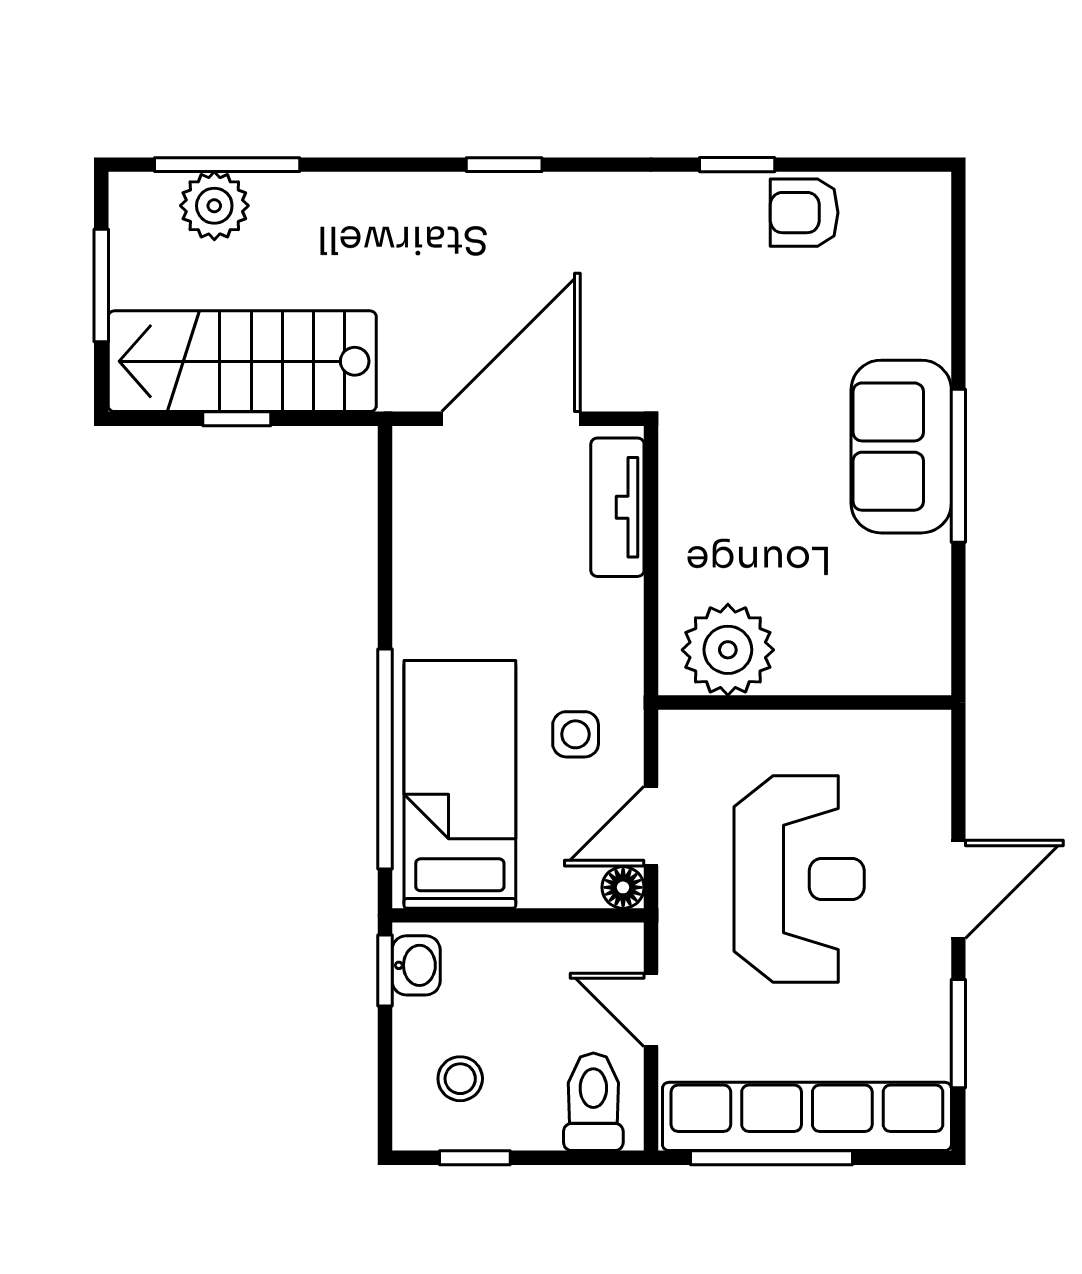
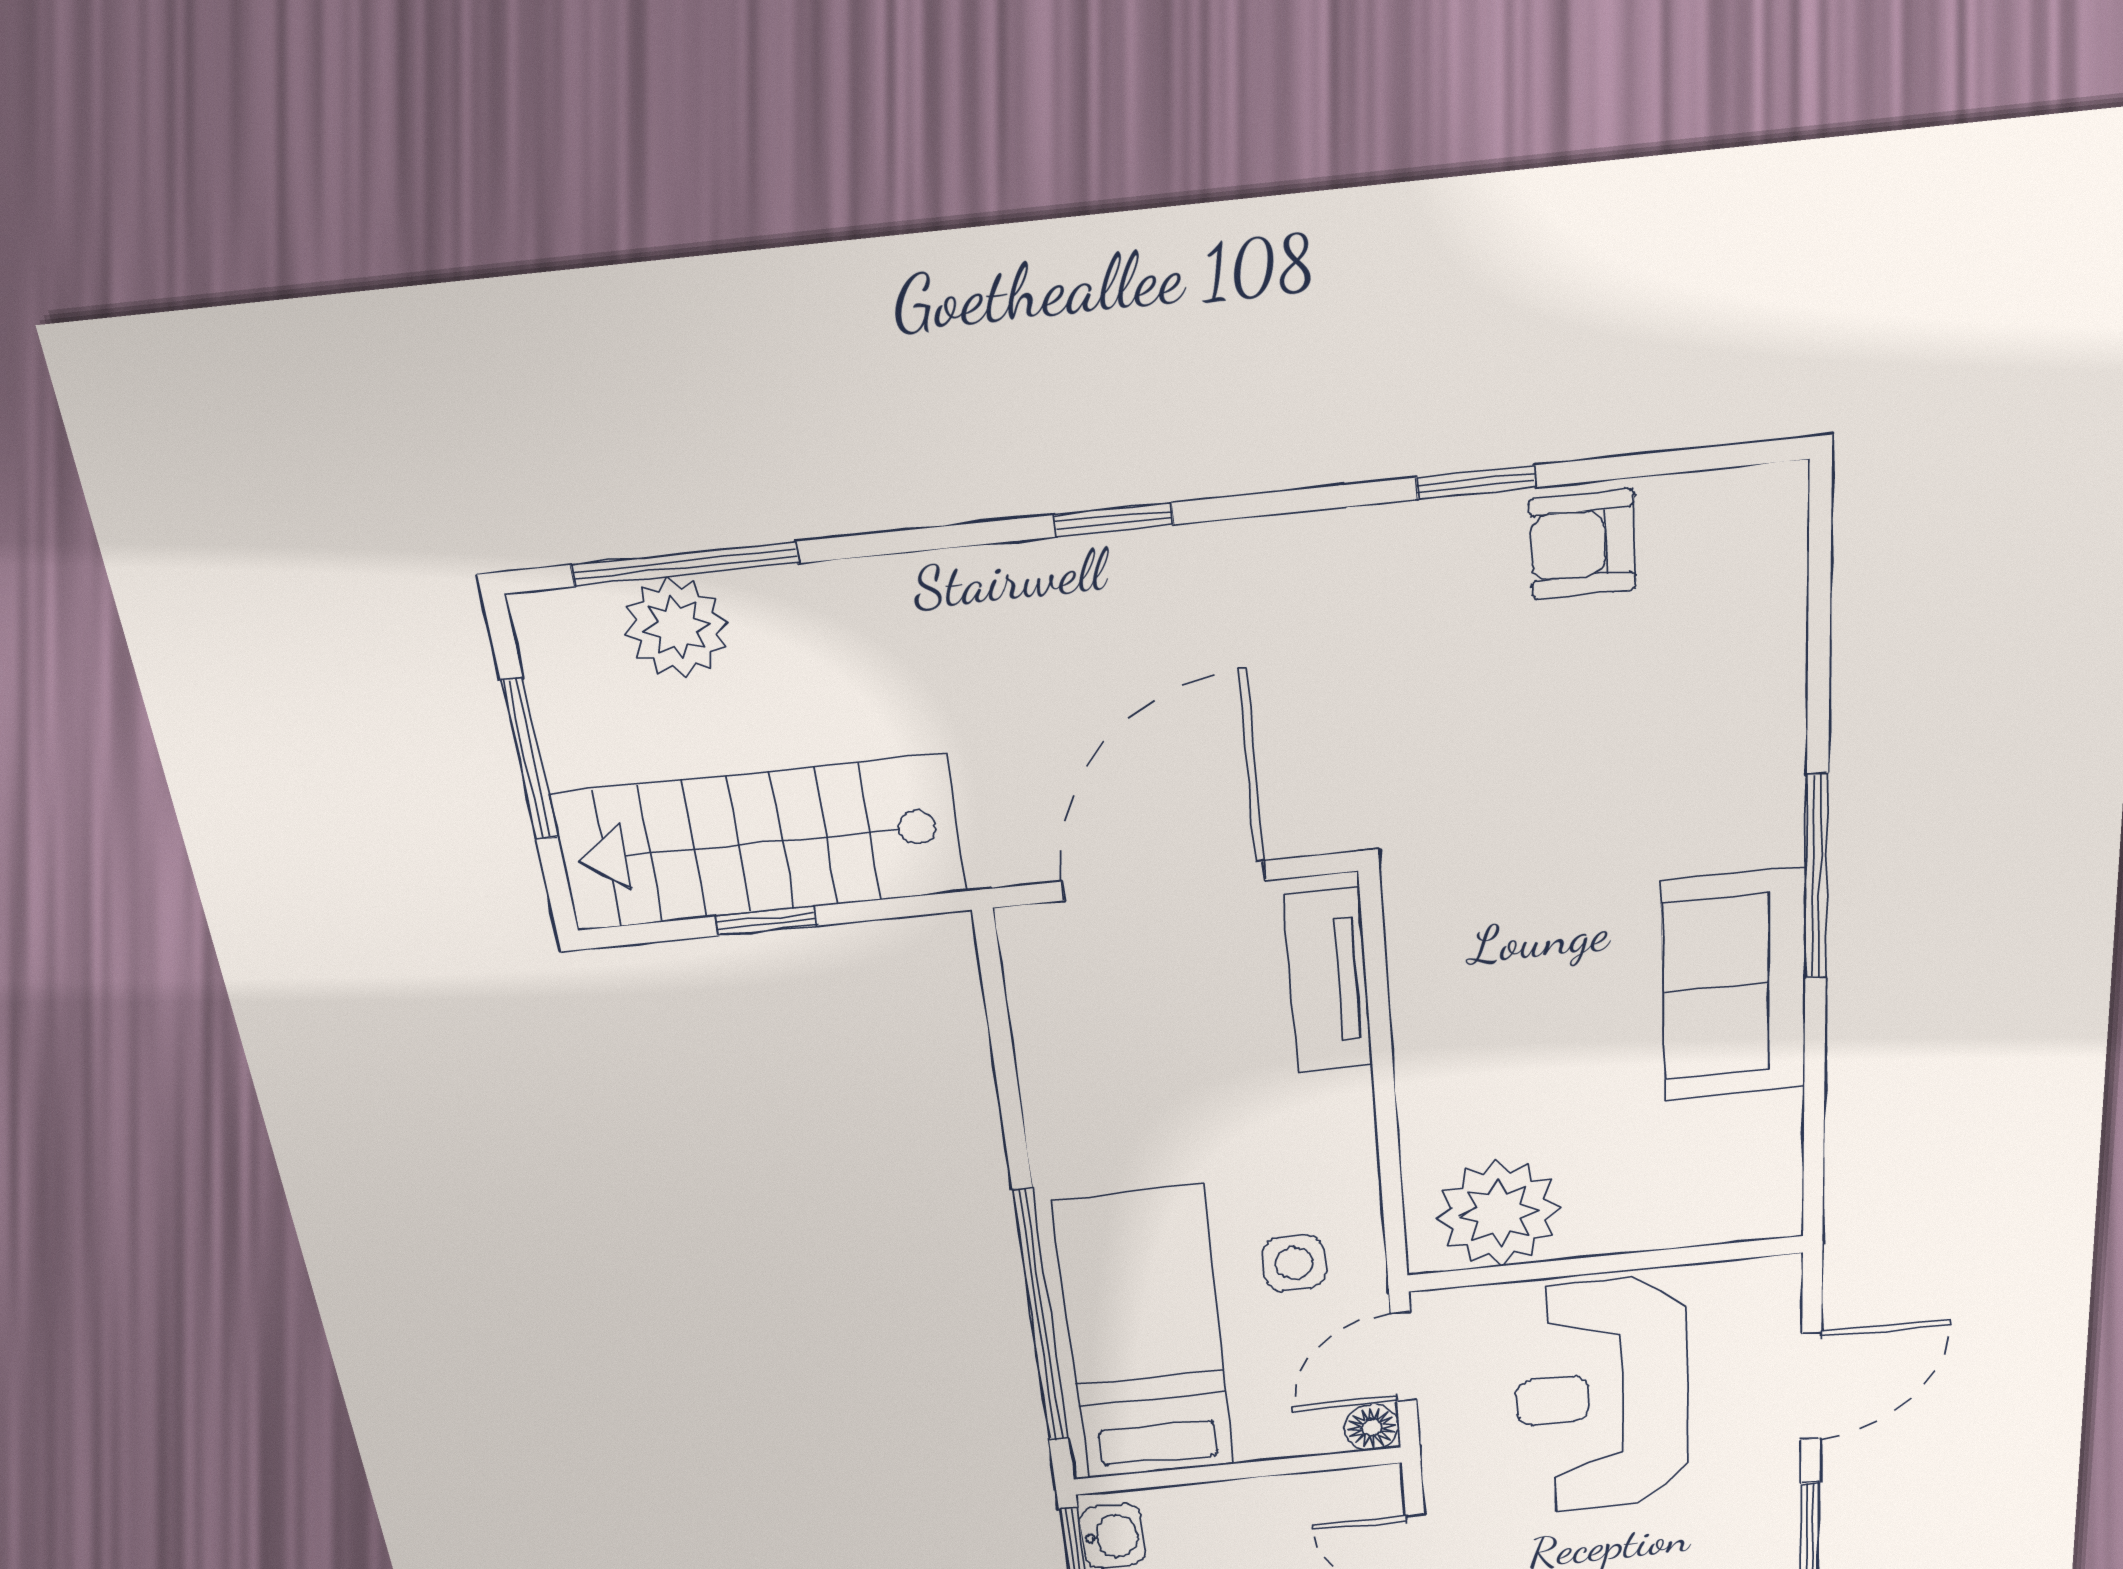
sofa: (901, 447) -> (1734, 986), moved
plant: (728, 650) -> (1499, 1213), moved
wall: (805, 703) -> (1605, 1264), moved
reception desk: (799, 879) -> (1602, 1396), turned 180

